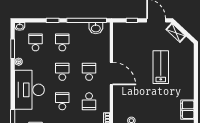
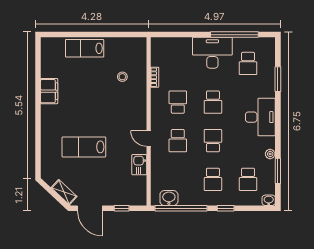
kitchen sink: (118, 54) -> (139, 165), added
lab bench: (161, 67) -> (84, 147), turned 90
school desk: (62, 72) -> (213, 141), turned 180
door: (111, 74) -> (149, 138), width x0.53
desk: (29, 90) -> (260, 117), width x0.73, depth x0.77

